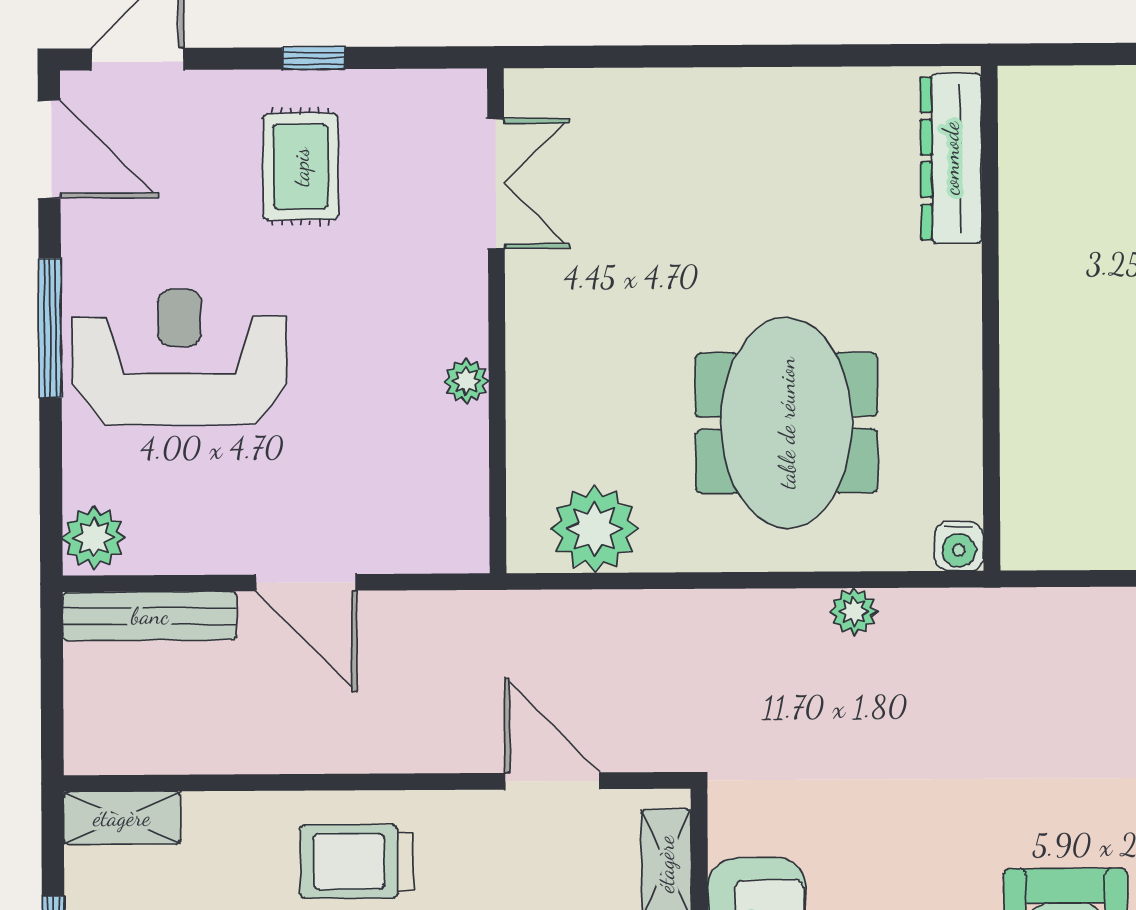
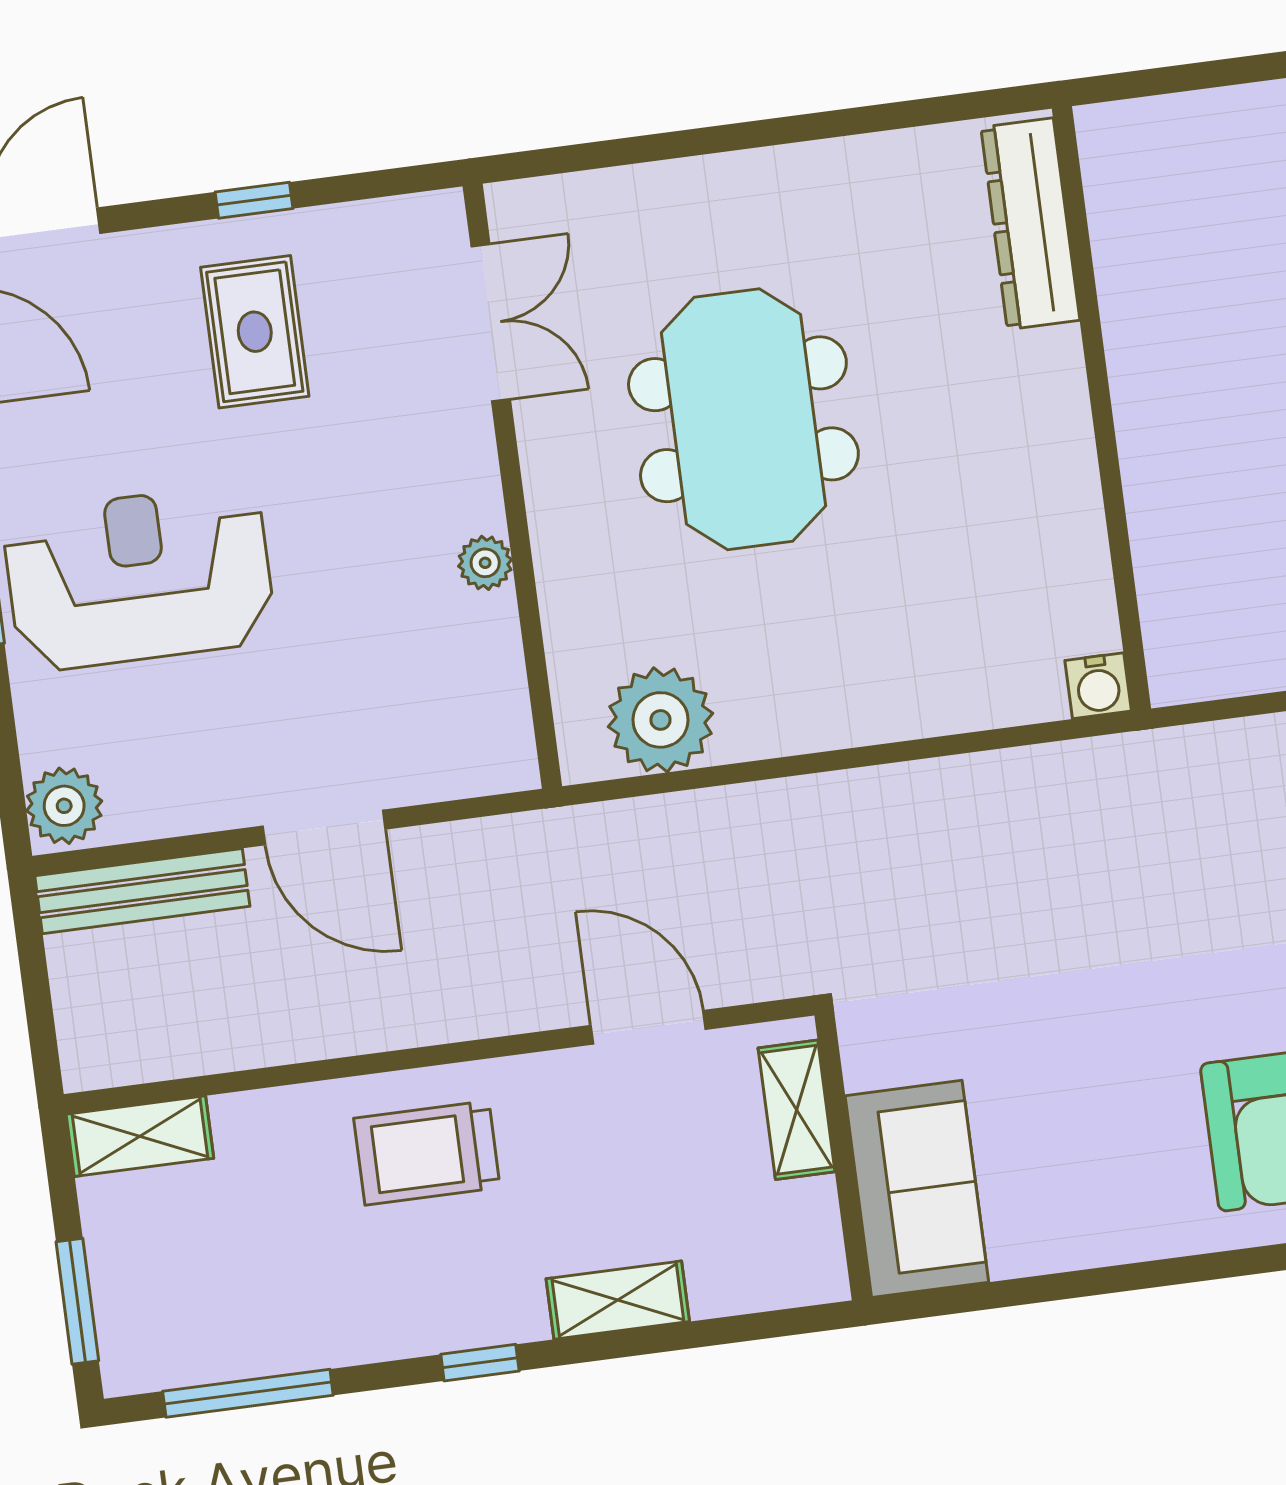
meeting table: (787, 423) -> (743, 419), moved
plant: (854, 612) -> (983, 779), removed

